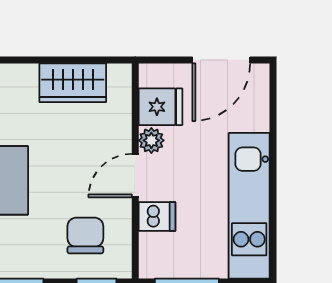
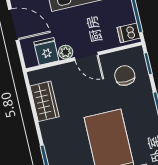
dishwasher: (157, 216) -> (129, 33), moved, turned -90
chair: (85, 236) -> (125, 75), turned 90

